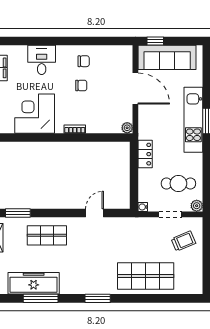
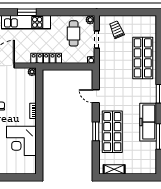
locker: (145, 154) -> (46, 58), width x1.53
window: (18, 213) -> (96, 131), moved
shop shelf: (47, 235) -> (112, 132), width x1.43, depth x1.36
freezer: (34, 283) -> (148, 122), moved

